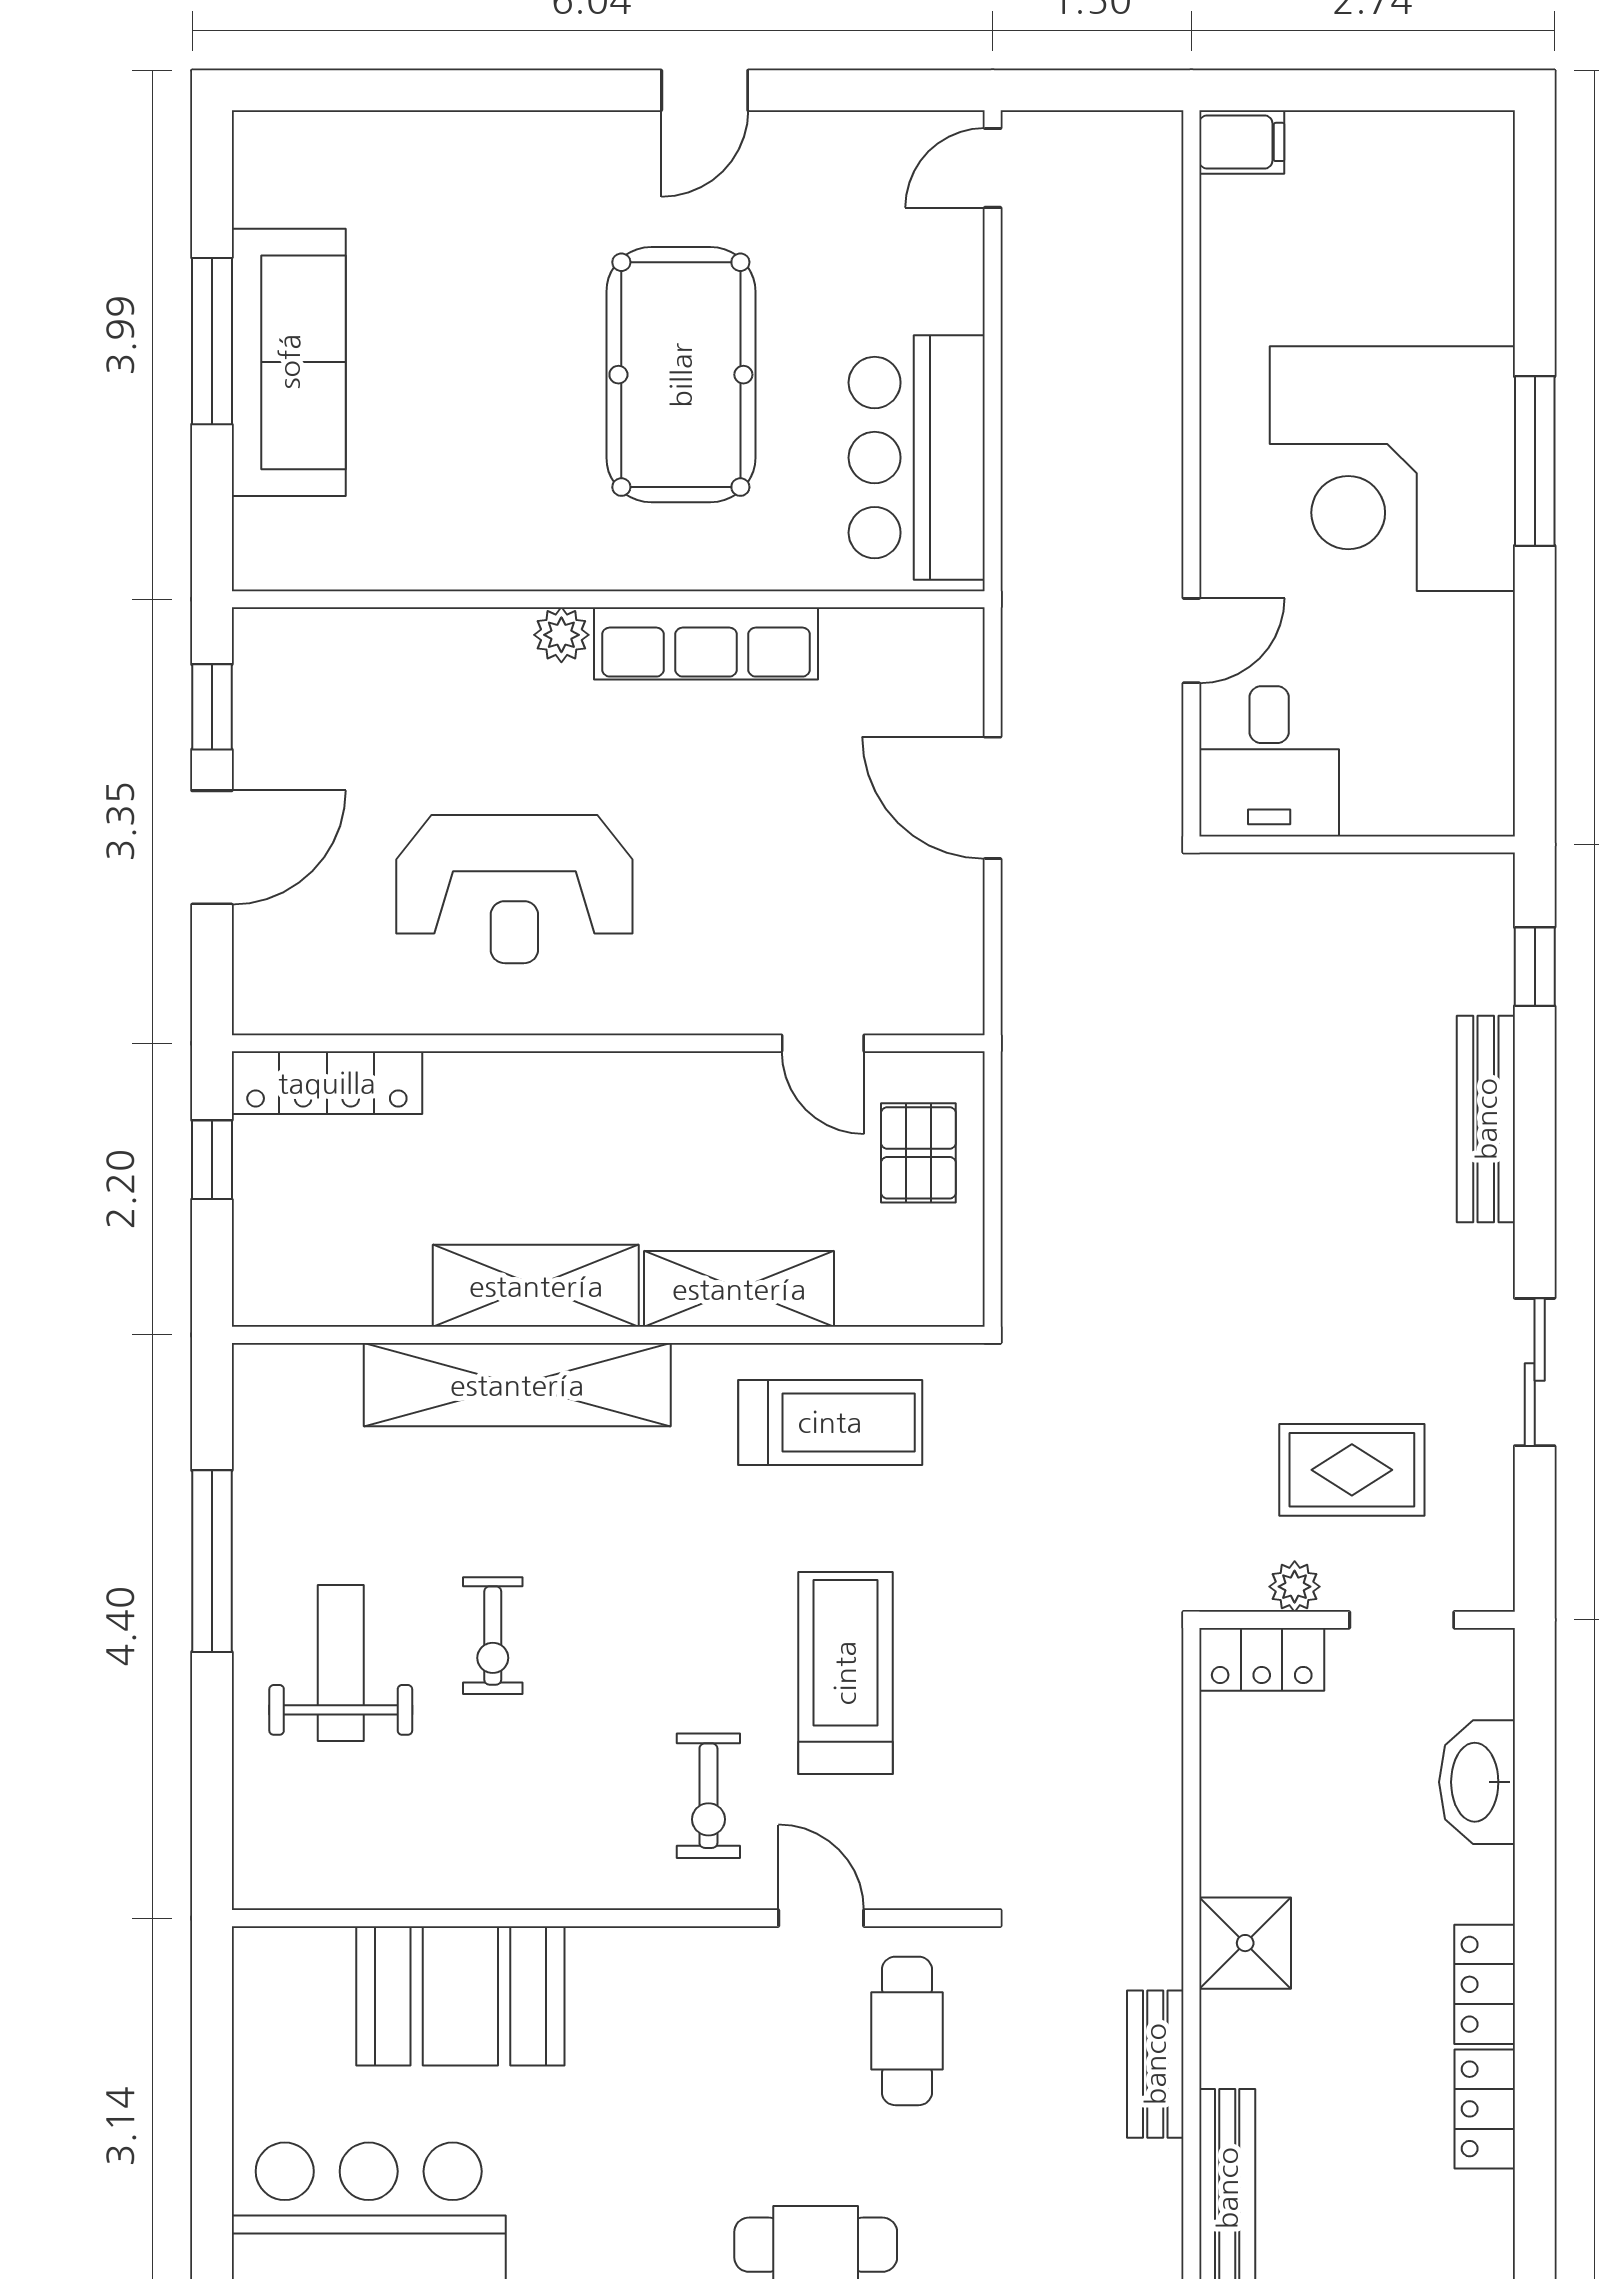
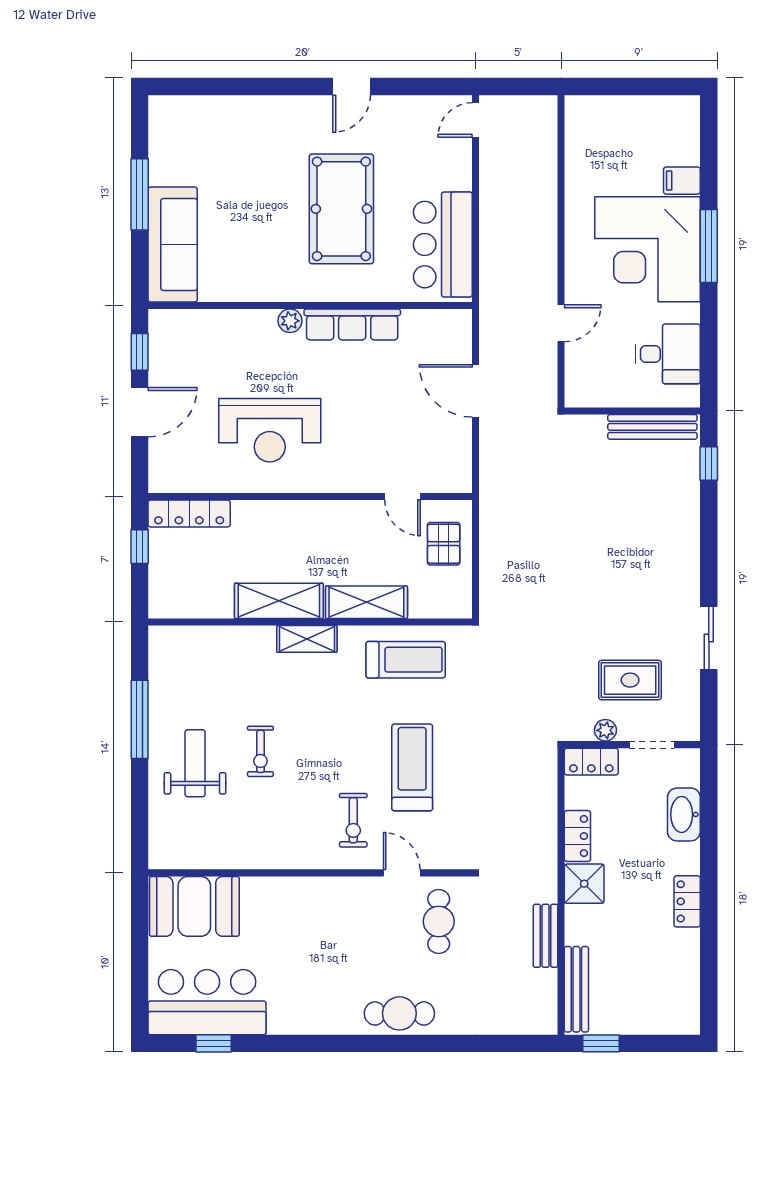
filing cabinet: (1242, 142) -> (682, 181), moved, turned 180
sofa: (289, 362) -> (173, 244), moved
desk: (1269, 761) -> (668, 354), moved, turned -90
bench: (1486, 1119) -> (652, 427), moved, turned 90
shelving: (517, 1385) -> (307, 639), width x0.45, depth x0.75
booth: (460, 1996) -> (194, 906), moved
locker: (1485, 2109) -> (577, 836), moved, turned 180

